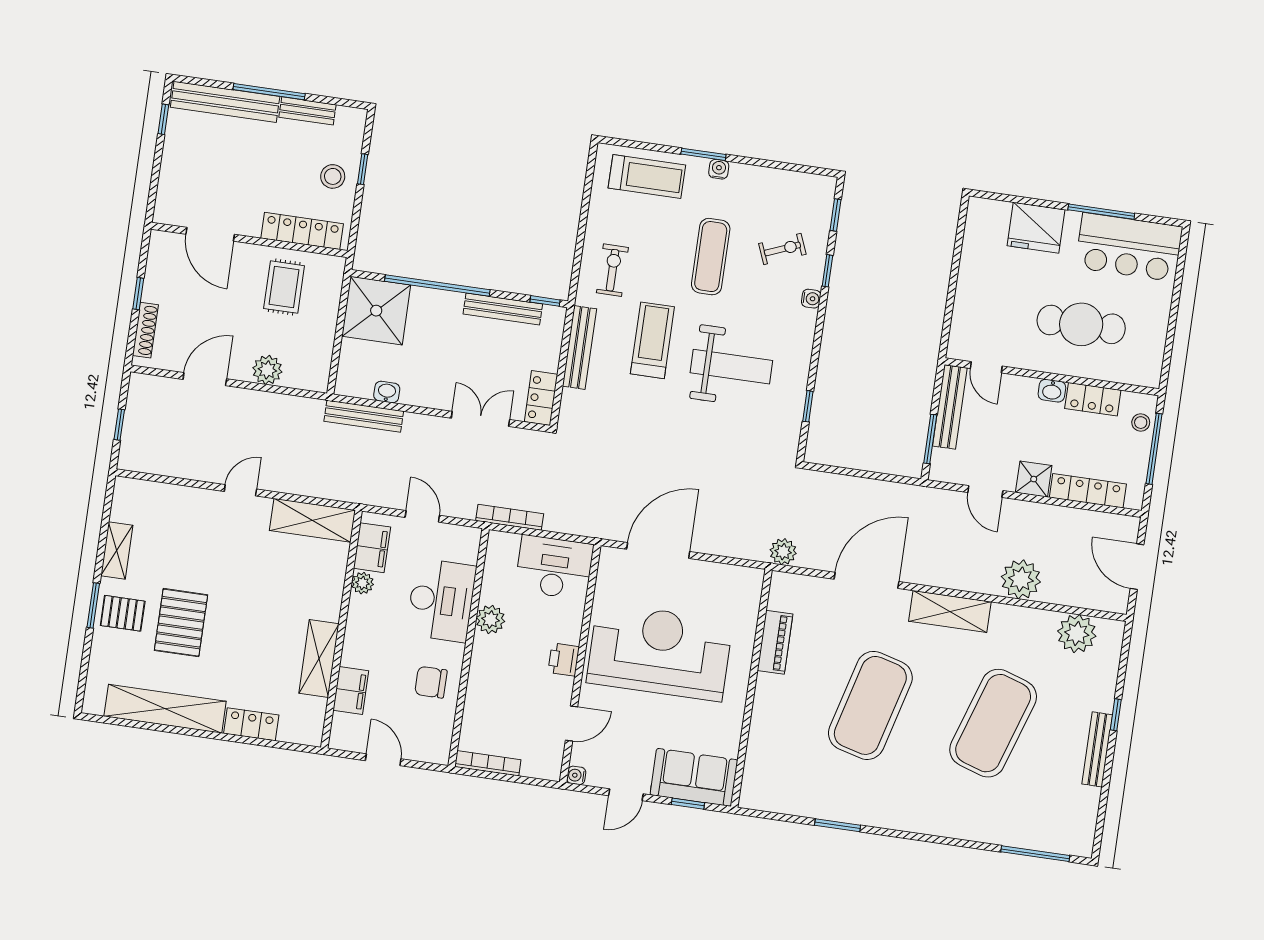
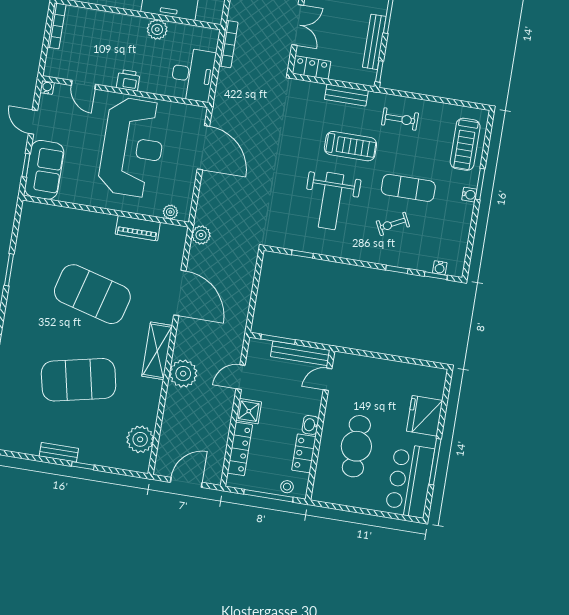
exercise bike: (782, 249) -> (393, 224), moved, turned 85
water cooler: (811, 299) -> (440, 268), moved
bench: (580, 347) -> (346, 95), width x0.73
plant: (1021, 579) -> (183, 374), moved
plant: (751, 596) -> (170, 212), added
exercise mat: (993, 723) -> (79, 380), turned -30
bench: (1097, 749) -> (59, 452), width x0.73

